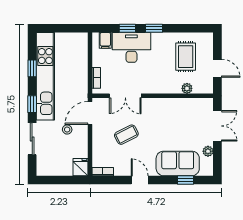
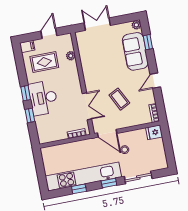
filing cabinet: (105, 40) -> (27, 46), moved
desk: (131, 47) -> (43, 98), moved
plant: (208, 151) -> (136, 25), moved

